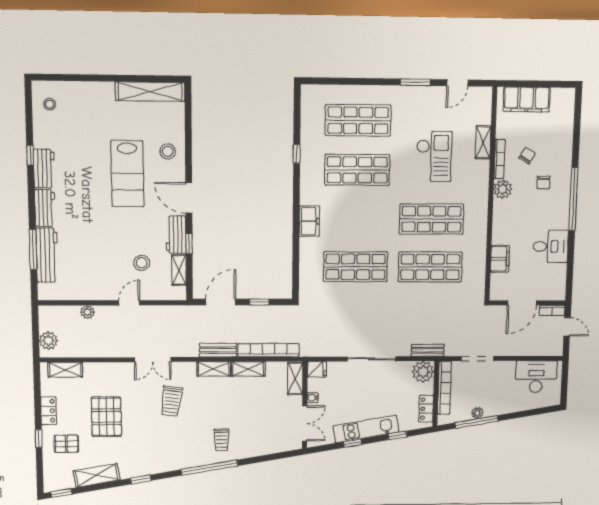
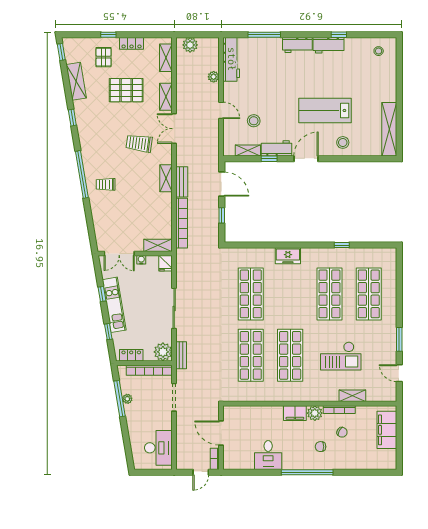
workbench: (47, 255) -> (231, 59), moved, turned -90
filing cabinet: (500, 259) -> (295, 413), moved
shelving: (248, 369) -> (166, 97), moved

